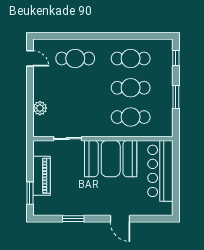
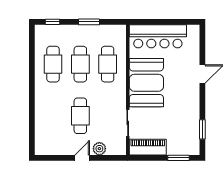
door: (30, 58) -> (82, 158), moved
cafe table: (75, 58) -> (80, 116), moved
piano: (42, 176) -> (148, 147), moved
window: (73, 219) -> (202, 129), moved

